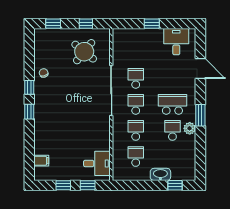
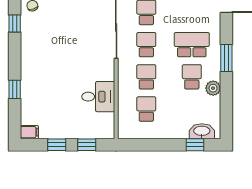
window: (29, 112) -> (15, 89), moved
plant: (190, 128) -> (213, 88), moved
filing cabinet: (41, 161) -> (29, 132), moved
desk: (97, 163) -> (98, 97), moved
washbasin: (160, 174) -> (202, 131), moved

